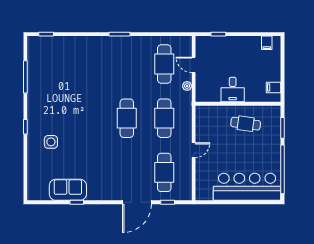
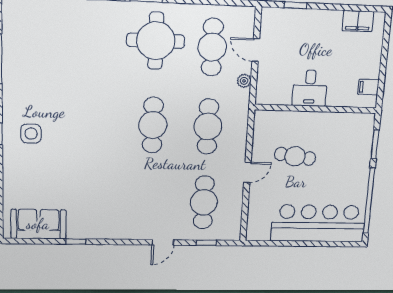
filing cabinet: (267, 43) -> (358, 21), width x2.00
round table: (127, 61) -> (156, 41), added
cafe table: (246, 124) -> (295, 156), moved
side table: (51, 142) -> (31, 134), moved
sofa: (68, 190) -> (38, 224), moved
door: (137, 202) -> (163, 242), width x0.53

